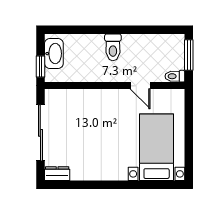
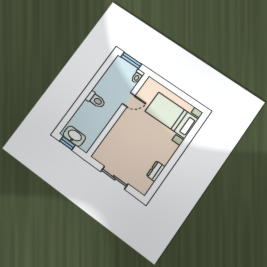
window: (40, 66) -> (67, 143), moved
sliding door: (40, 133) -> (114, 178), width x0.73
dresser: (57, 174) -> (156, 171), moved

